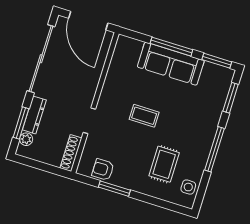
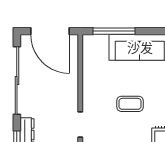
window: (171, 47) -> (114, 31), moved

